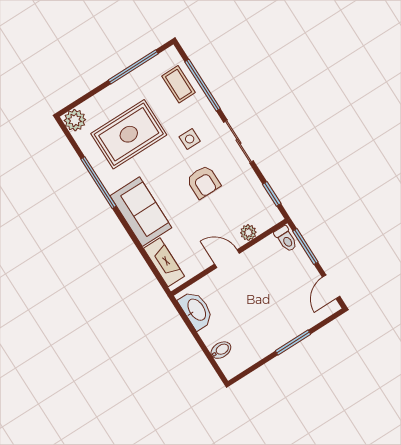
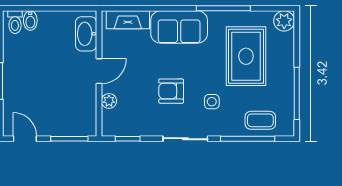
toilet: (286, 239) -> (15, 22), moved, turned -90
washbasin: (196, 310) -> (86, 34), moved, turned 90

